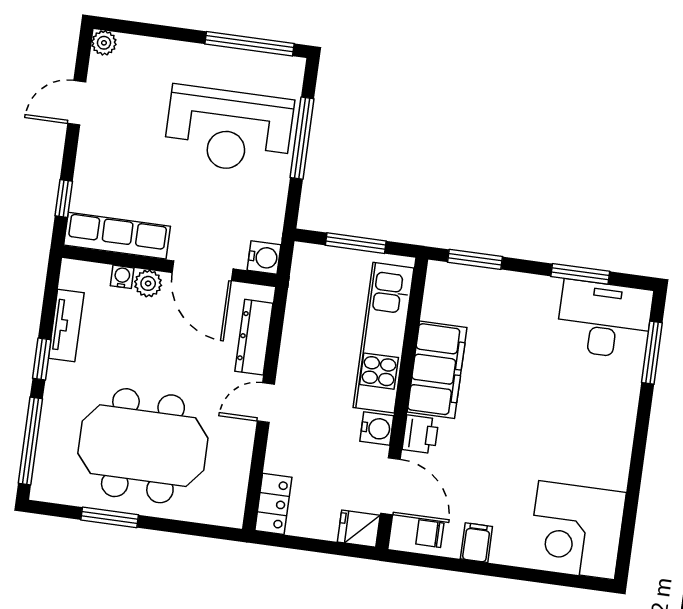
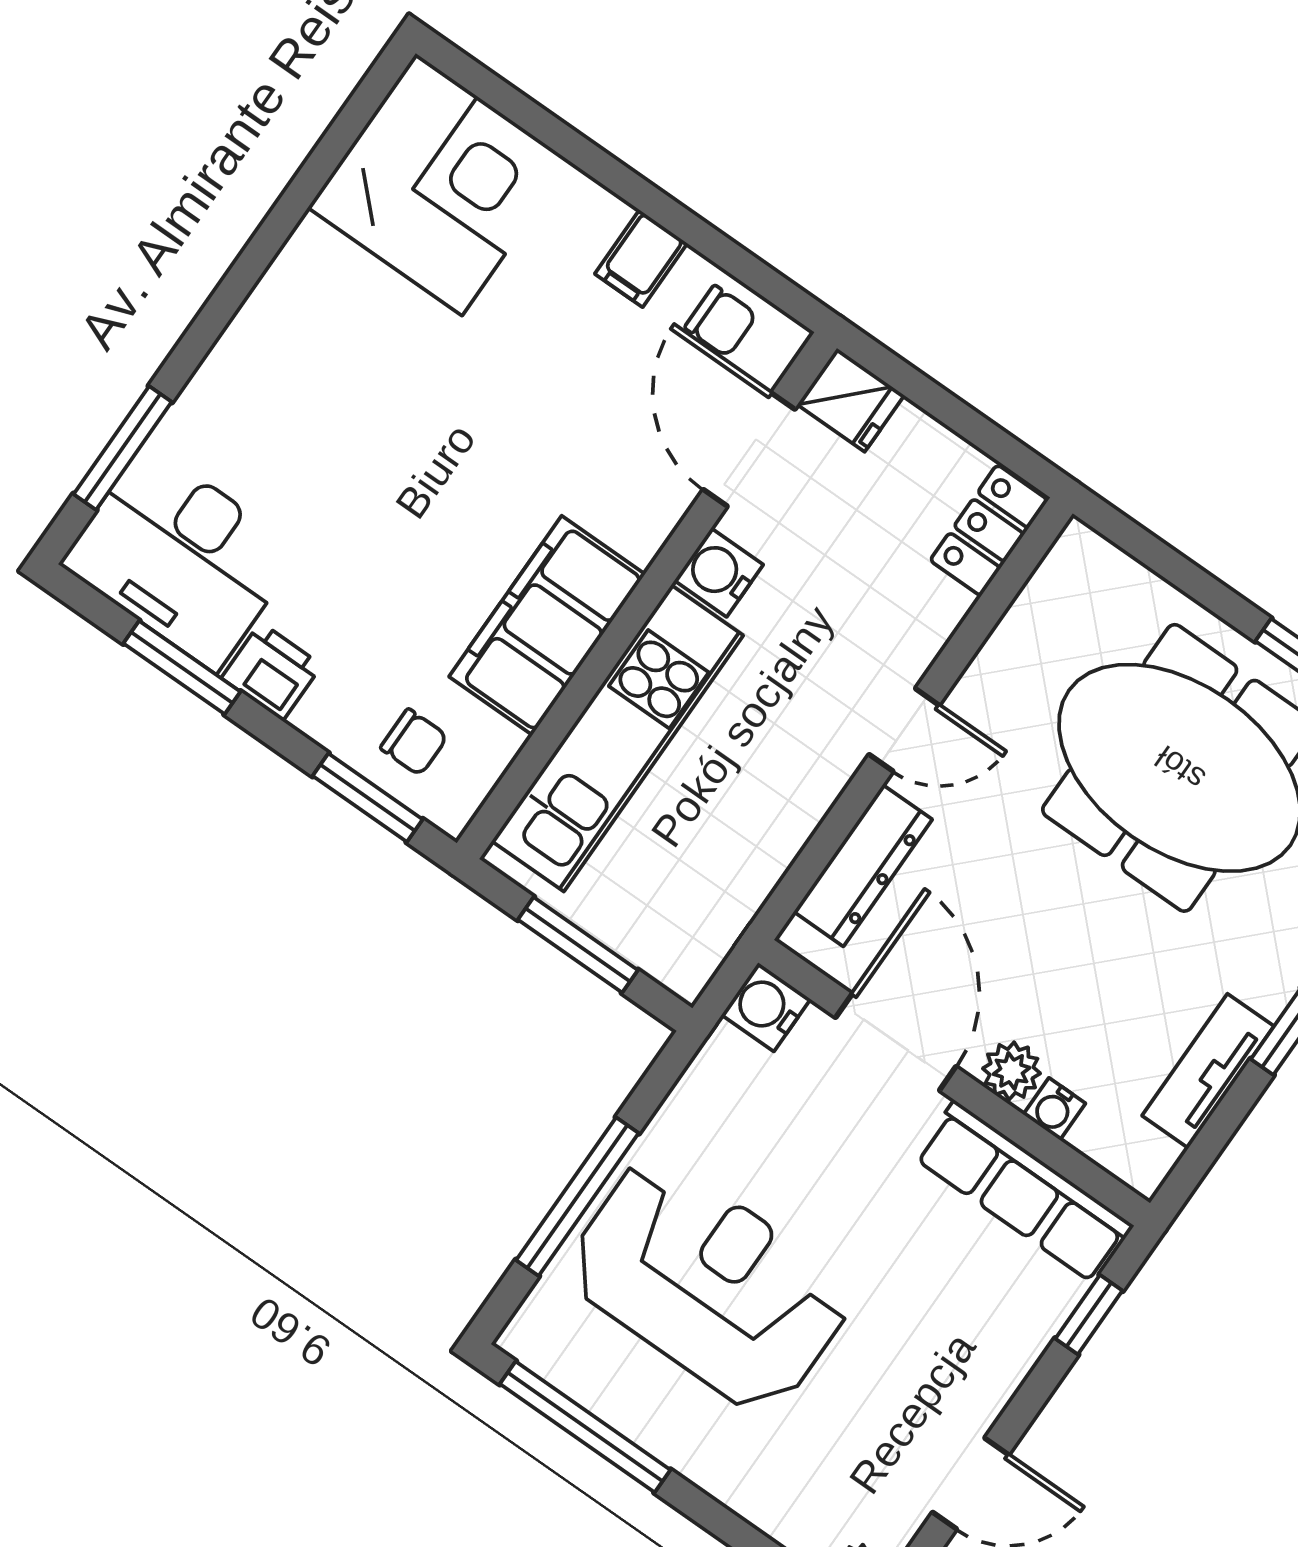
chair: (467, 292) -> (414, 742), added
printer: (420, 434) -> (271, 672), moved, turned 90

